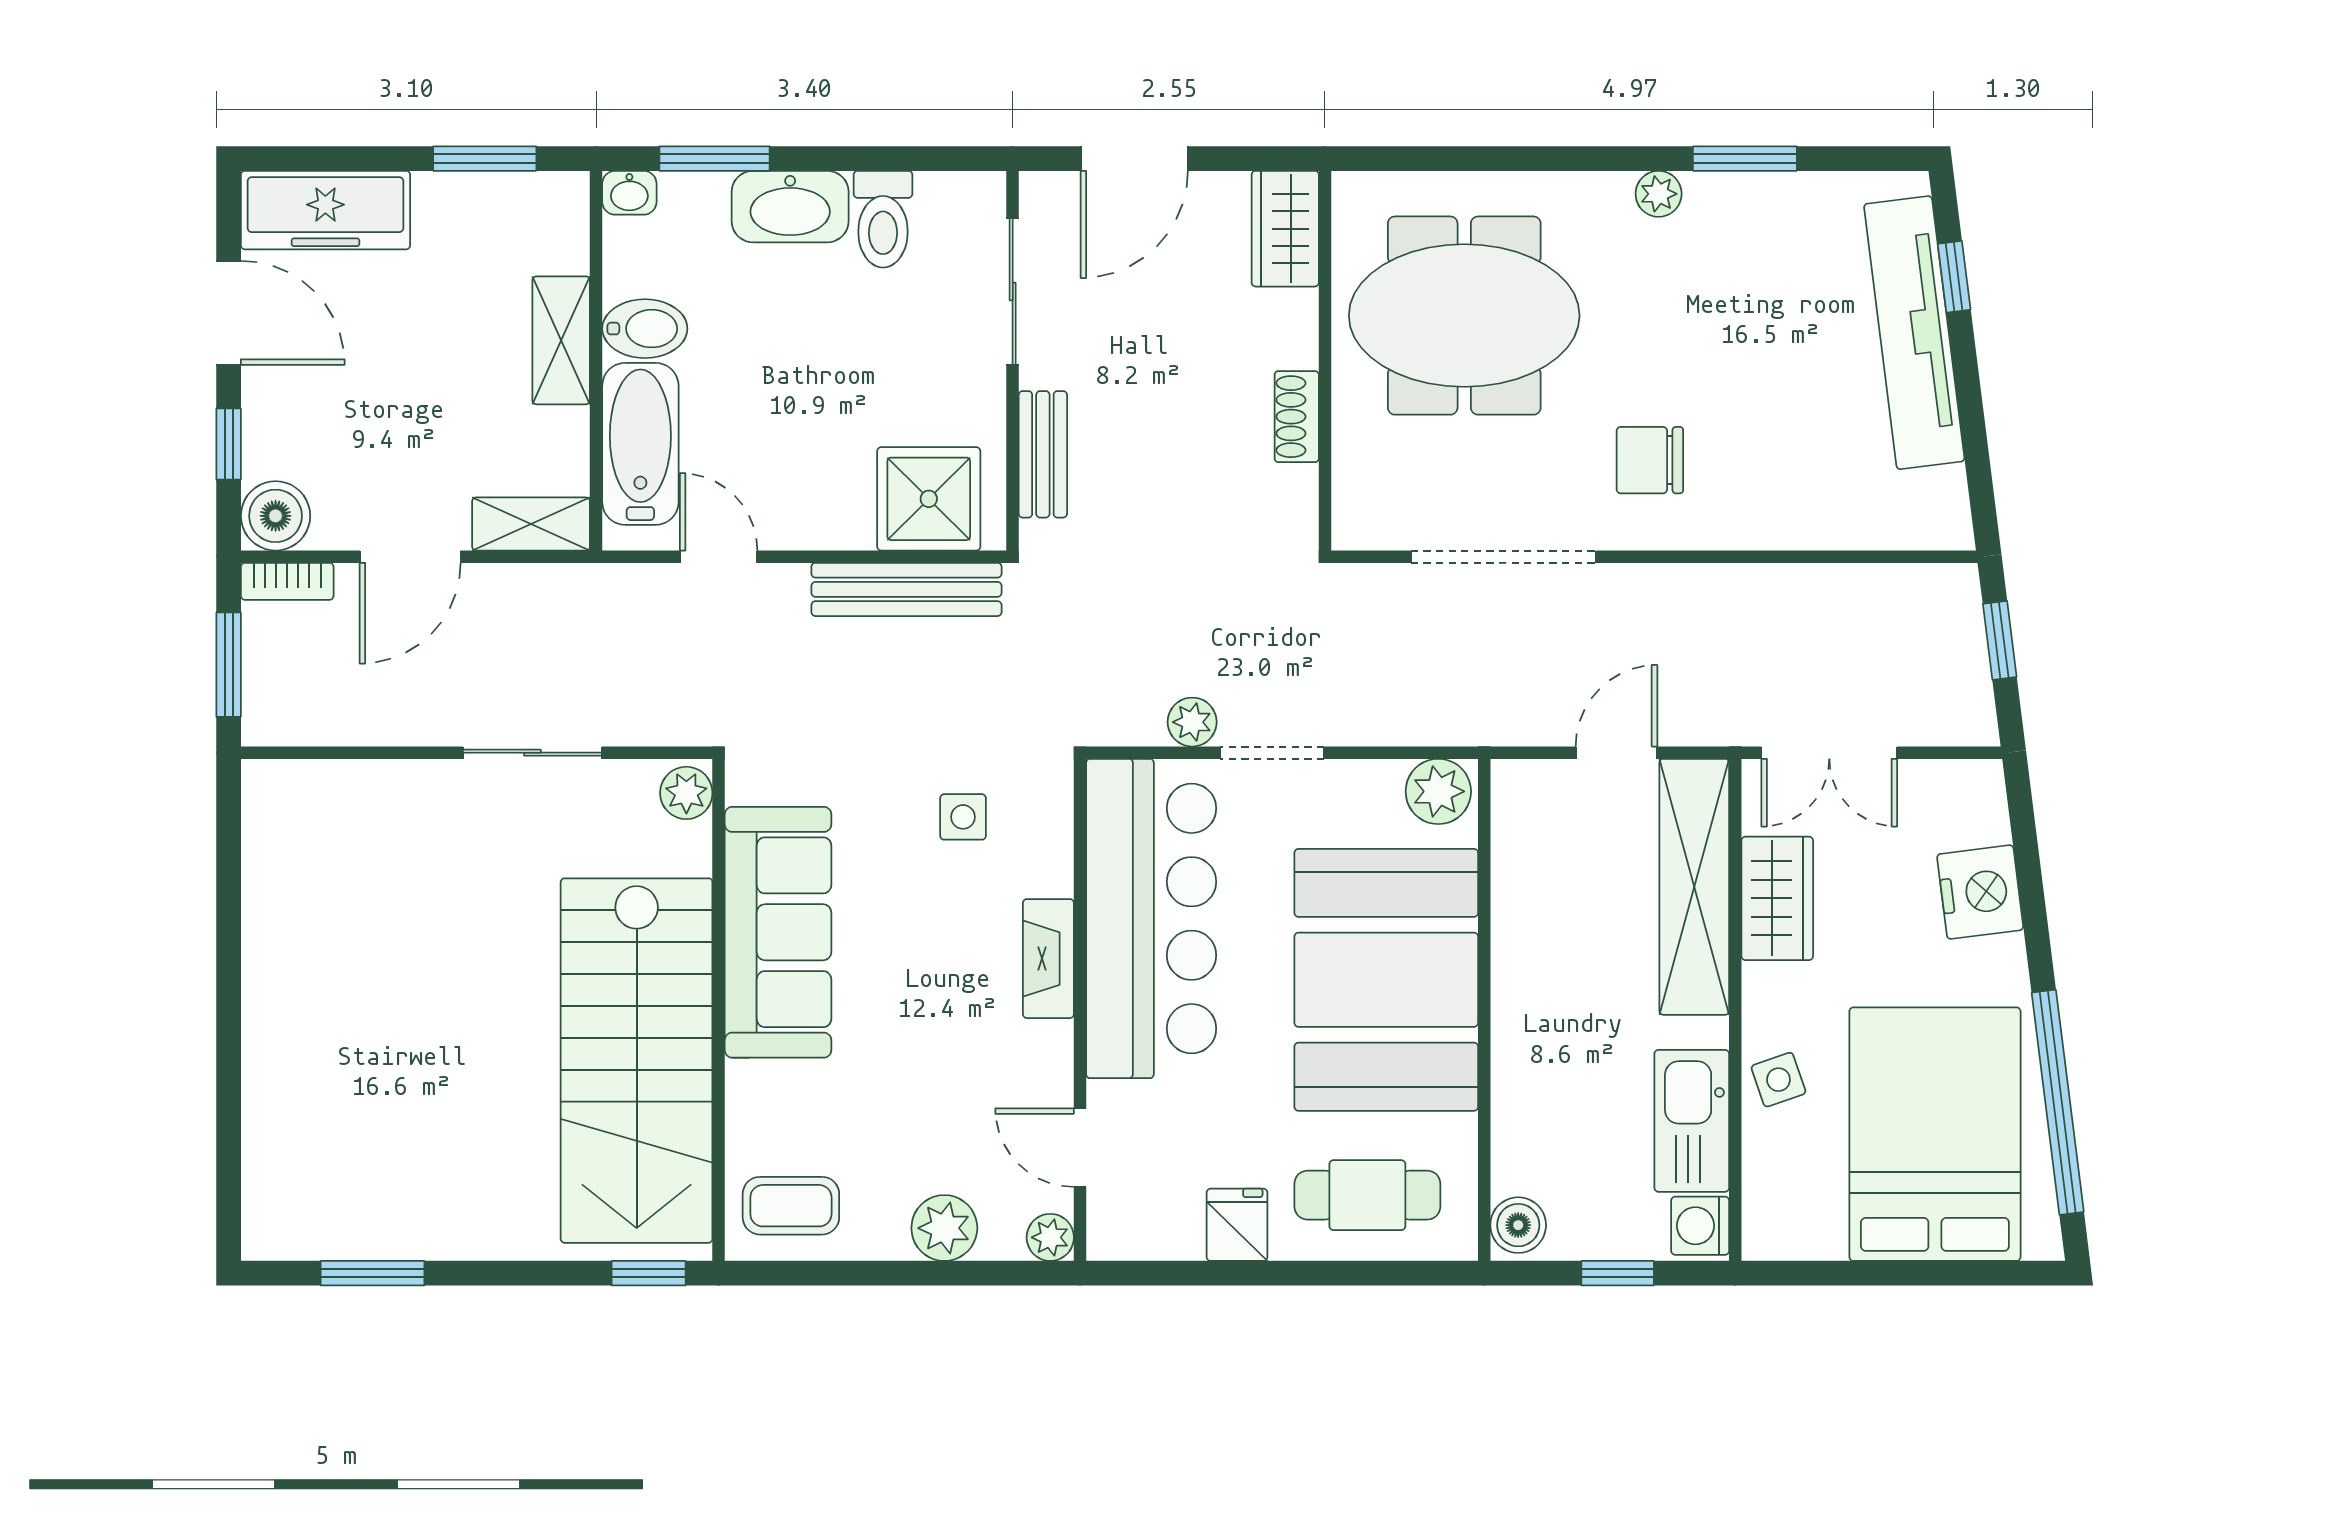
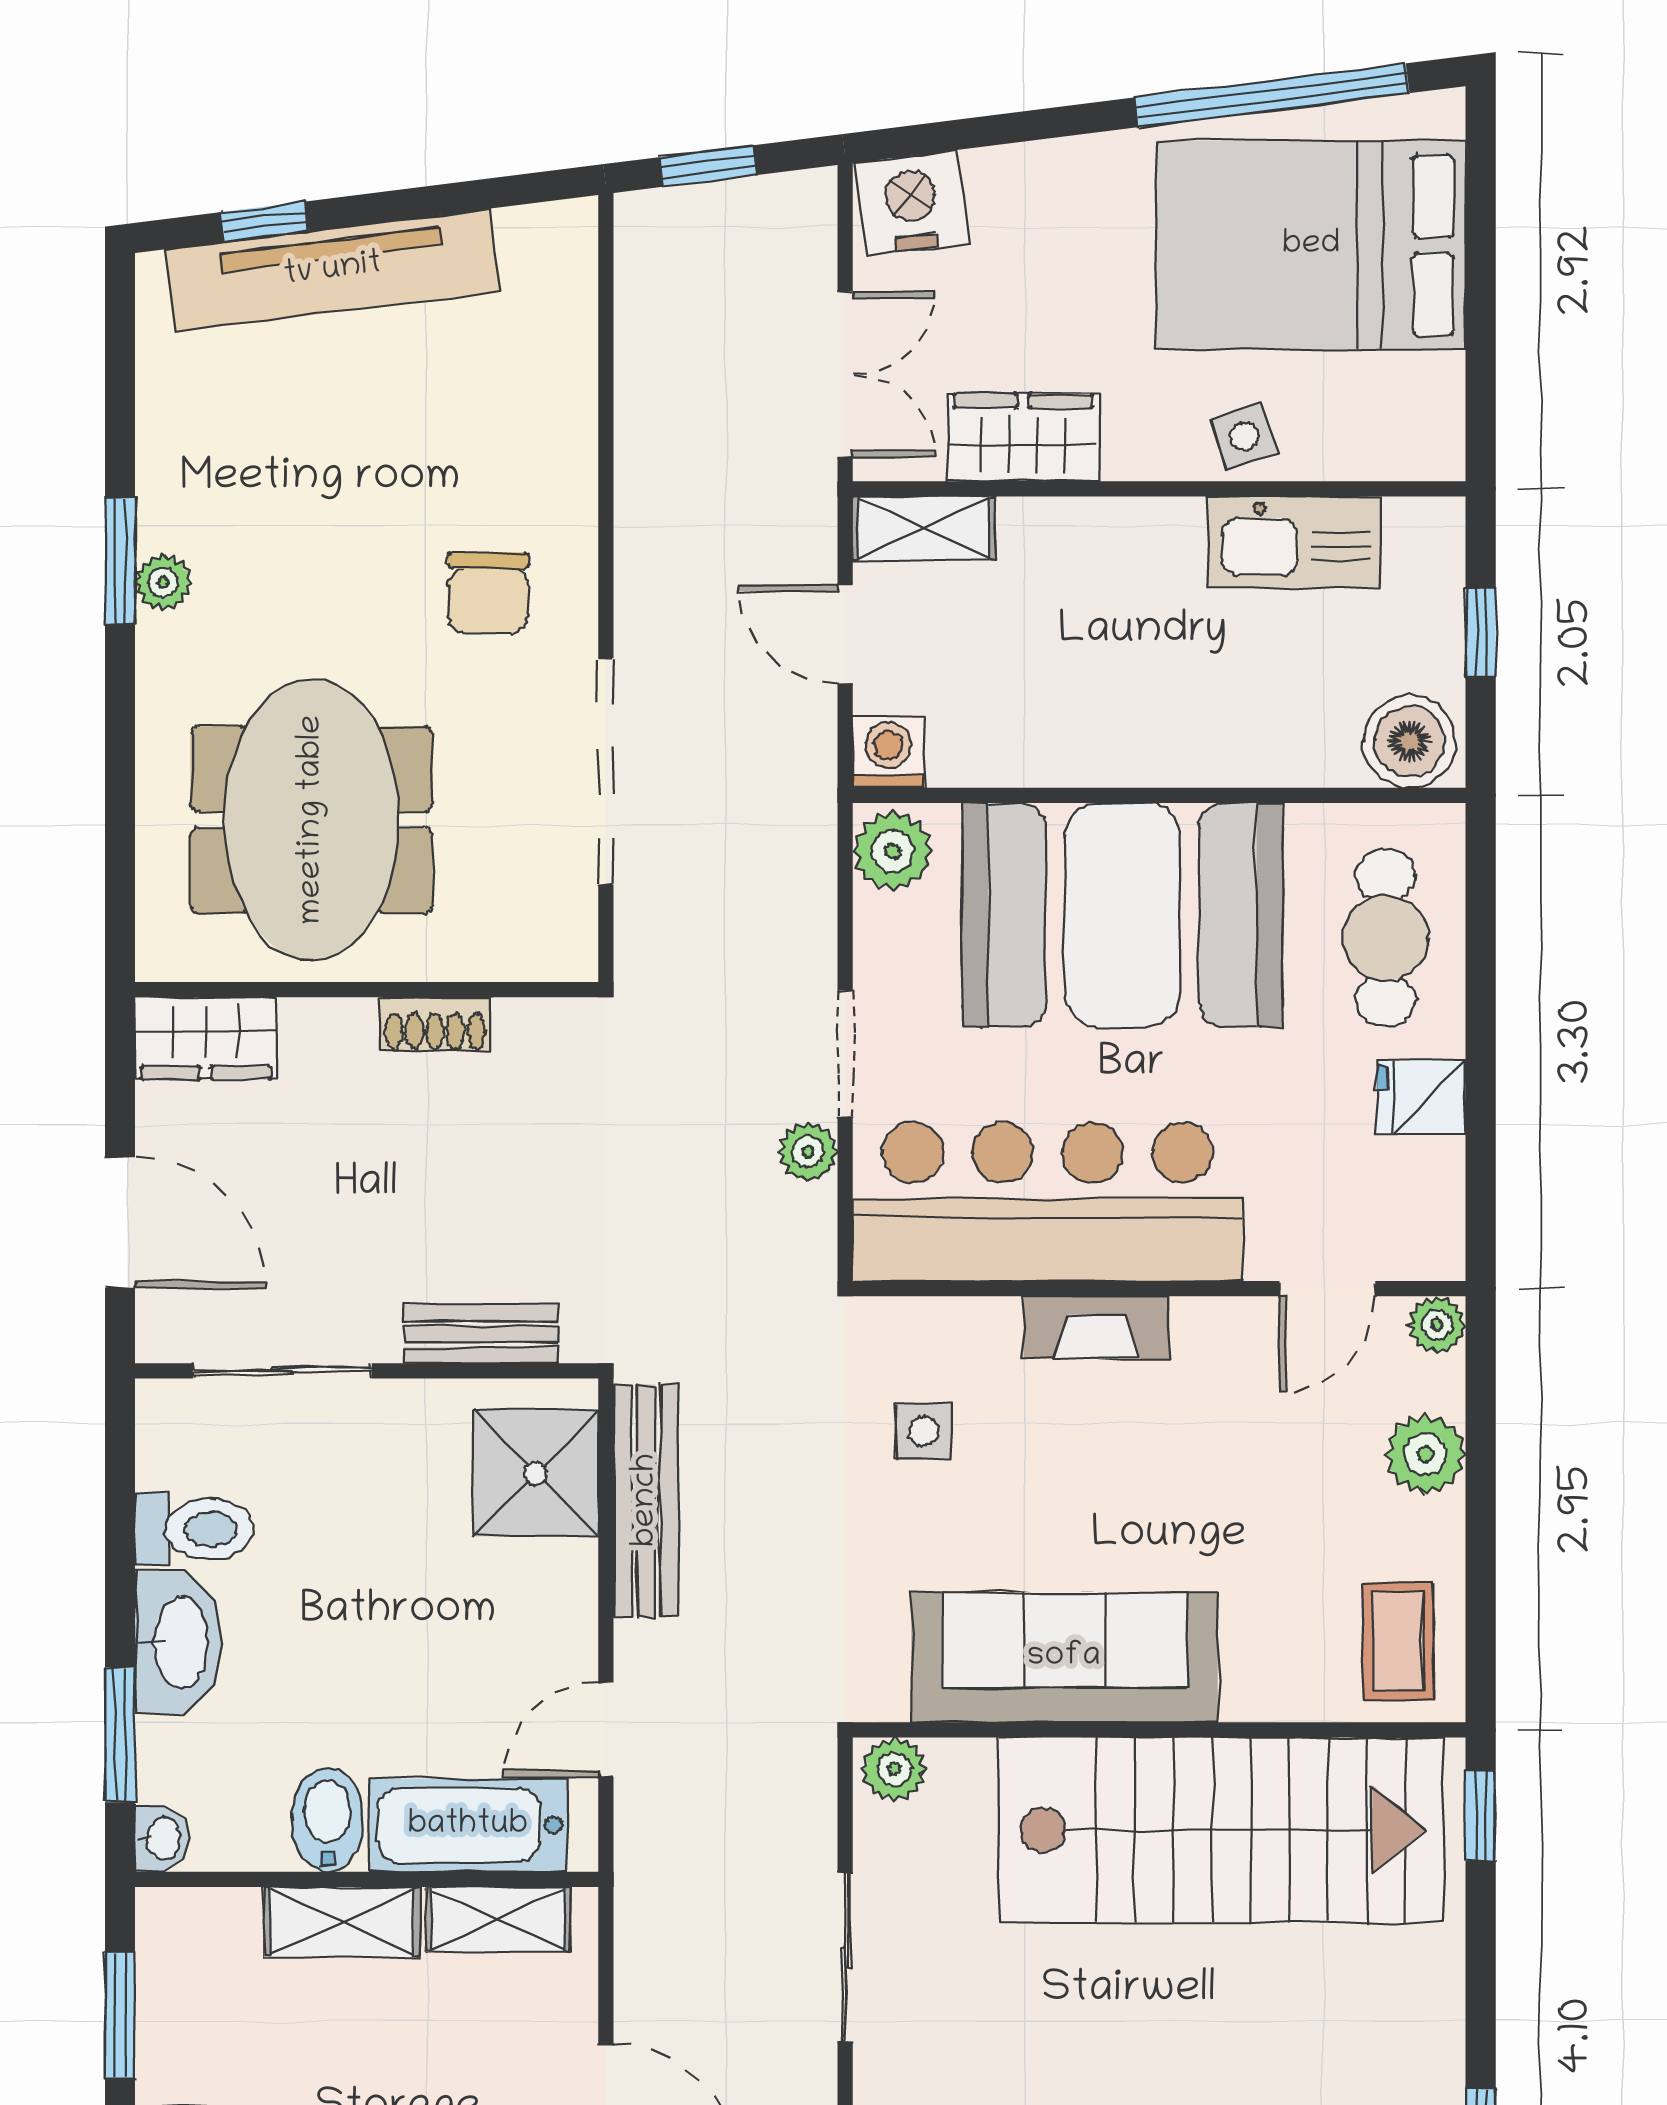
window: (1745, 159) -> (120, 561), moved
shelving: (531, 524) -> (498, 1919), moved, turned 90
shelving: (1694, 887) -> (924, 528), width x0.45, depth x0.75
nightstand: (1980, 892) -> (911, 203), moved
boiler: (1518, 1225) -> (1410, 741), width x1.36, depth x1.36
washing machine: (1700, 1226) -> (888, 752), moved, turned 180

